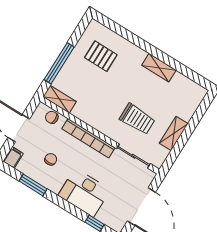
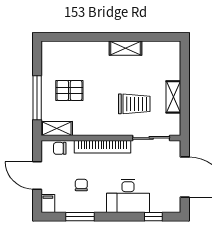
pallet: (101, 56) -> (69, 90), moved

